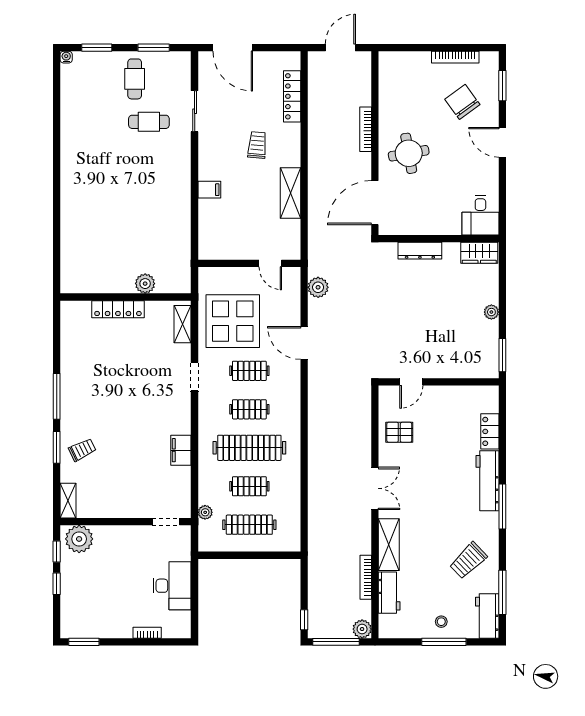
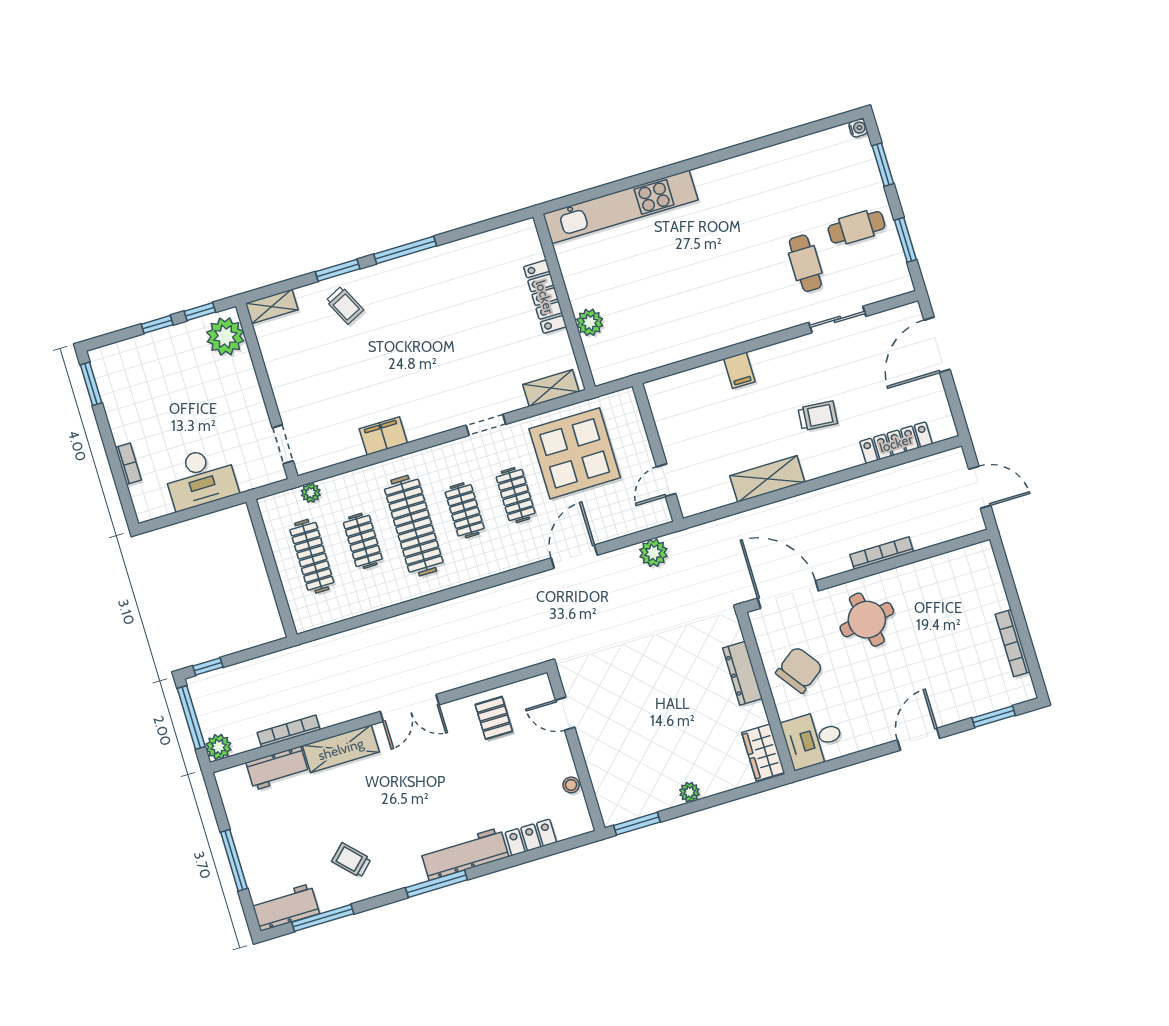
chair: (462, 102) -> (799, 670), moved
kitchen unit: (72, 238) -> (620, 207), added
trolley: (468, 561) -> (351, 860), width x0.73, depth x0.72
stool: (441, 622) -> (571, 785), moved

